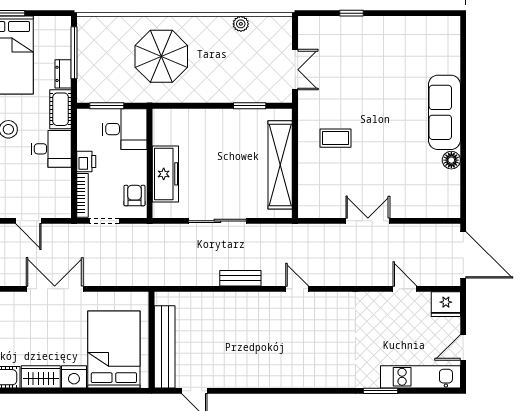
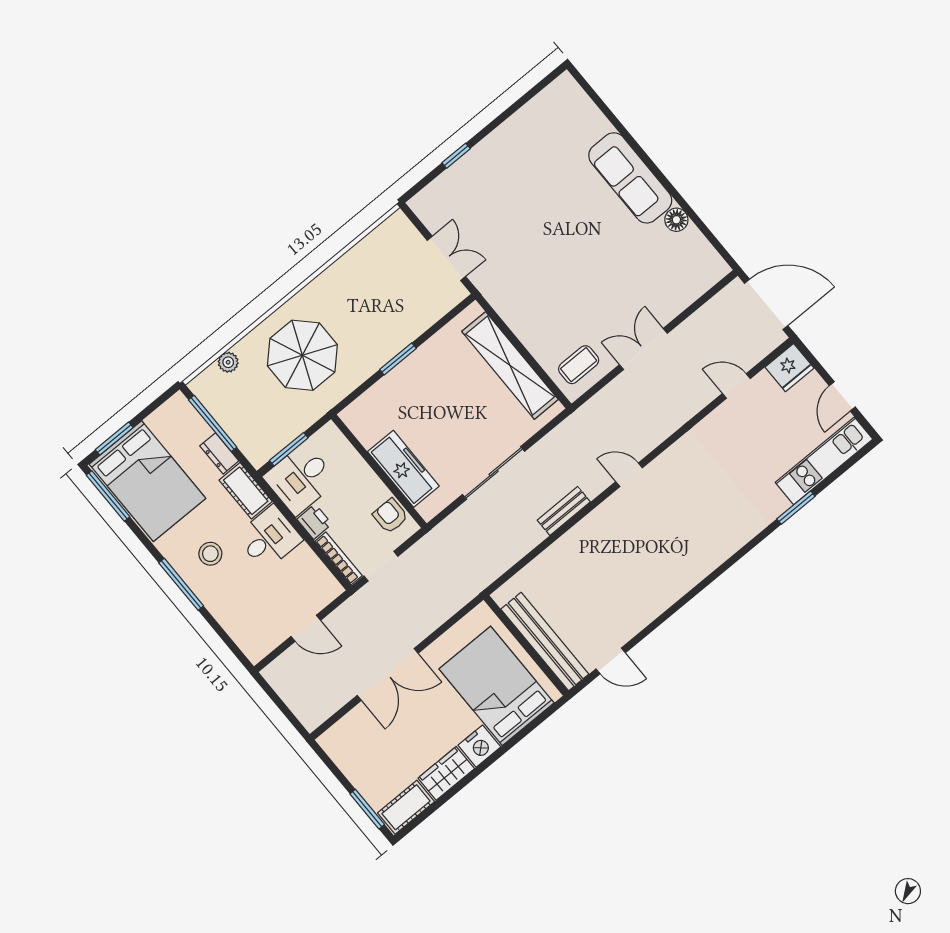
plant: (241, 24) -> (228, 362), moved
window: (250, 106) -> (398, 359), moved
desk: (125, 129) -> (300, 479), moved, turned 180
coffee table: (336, 138) -> (579, 365), moved
double door: (55, 289) -> (388, 674), swing flipped

